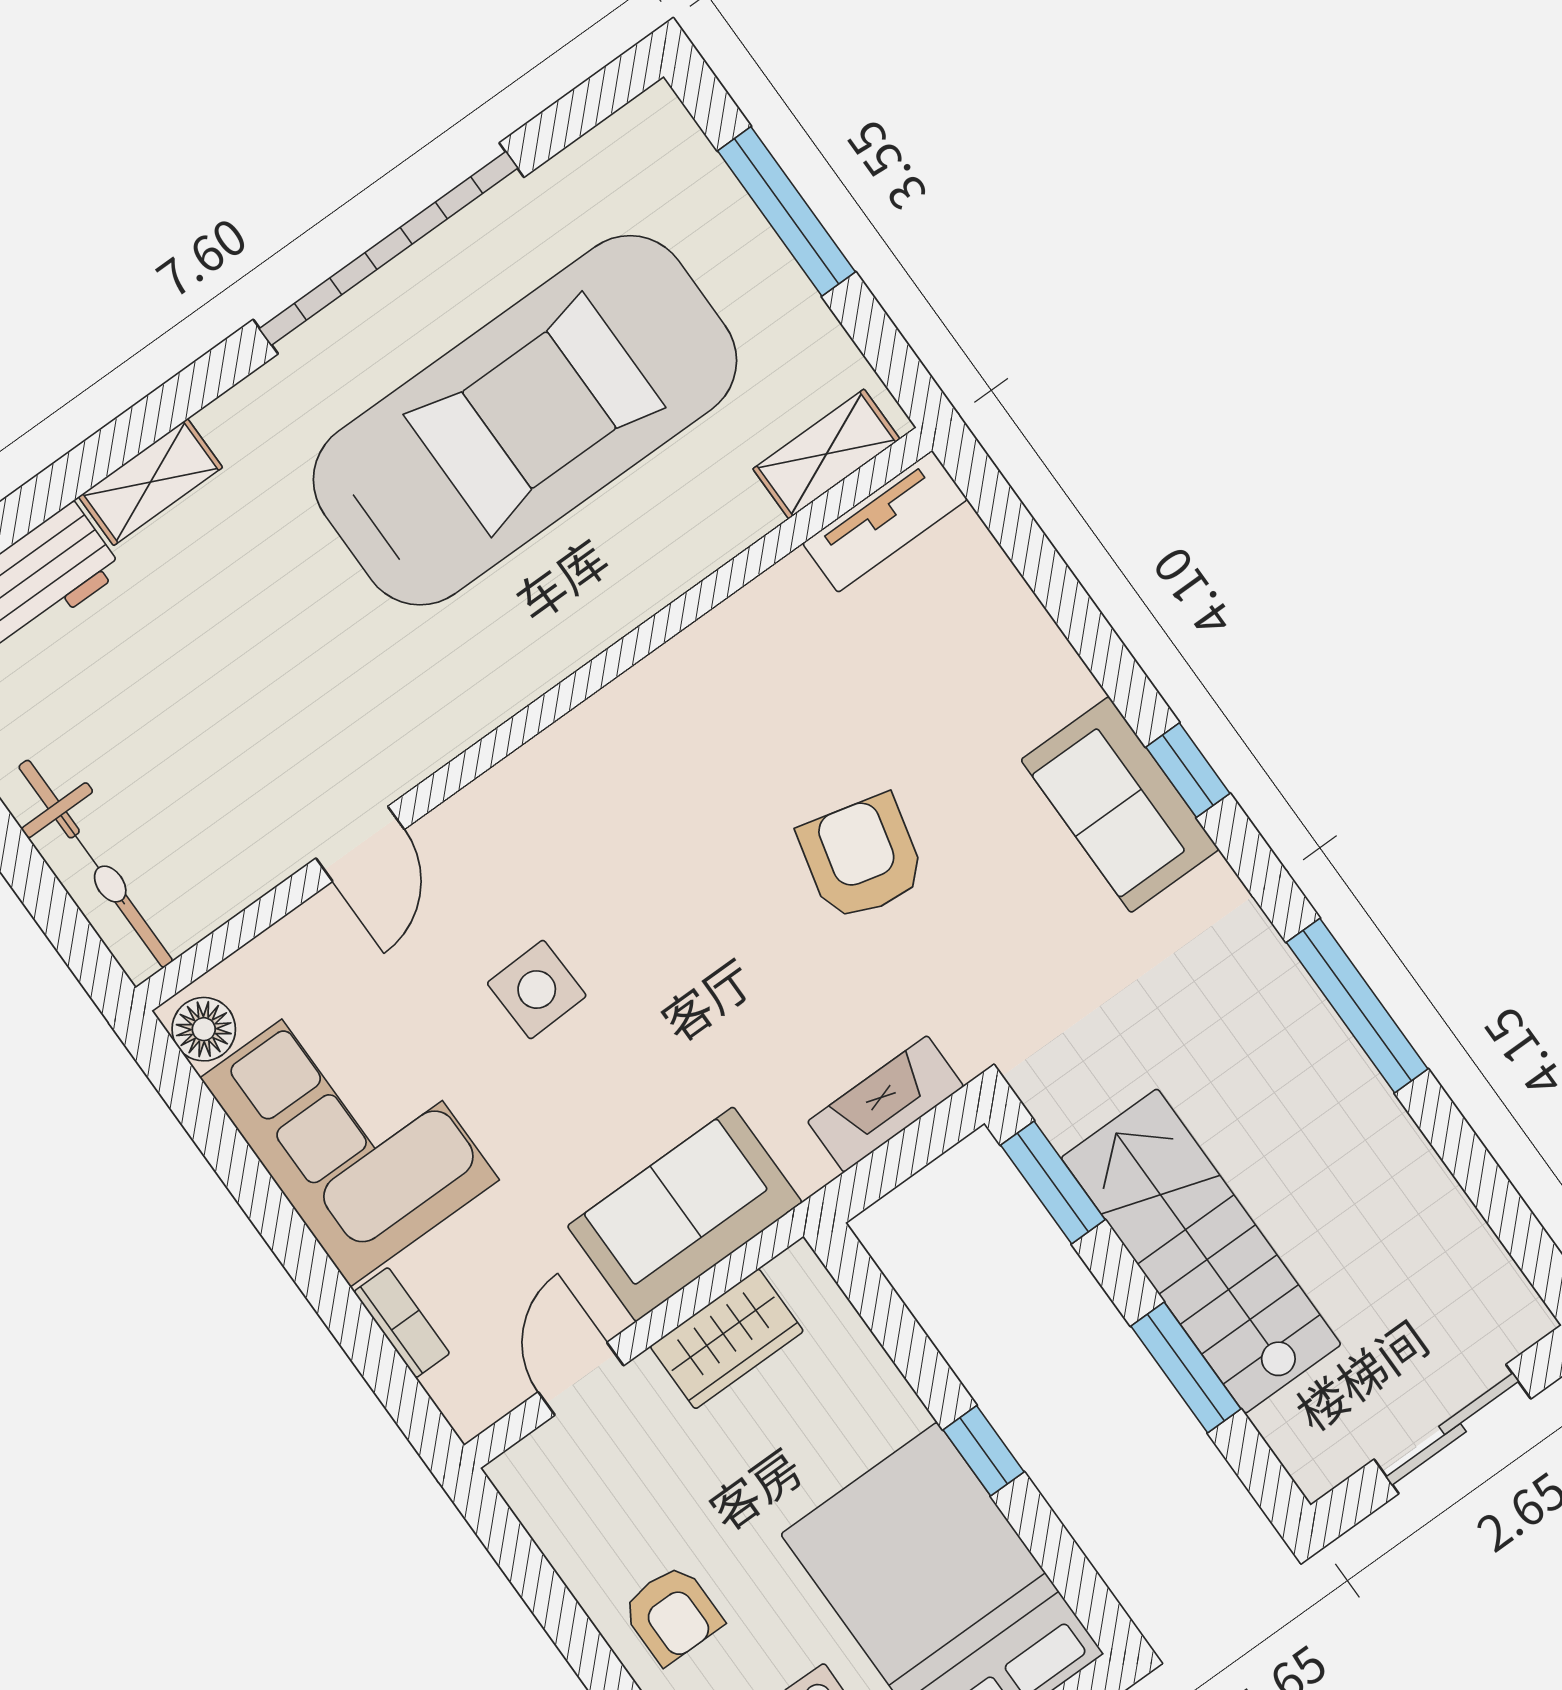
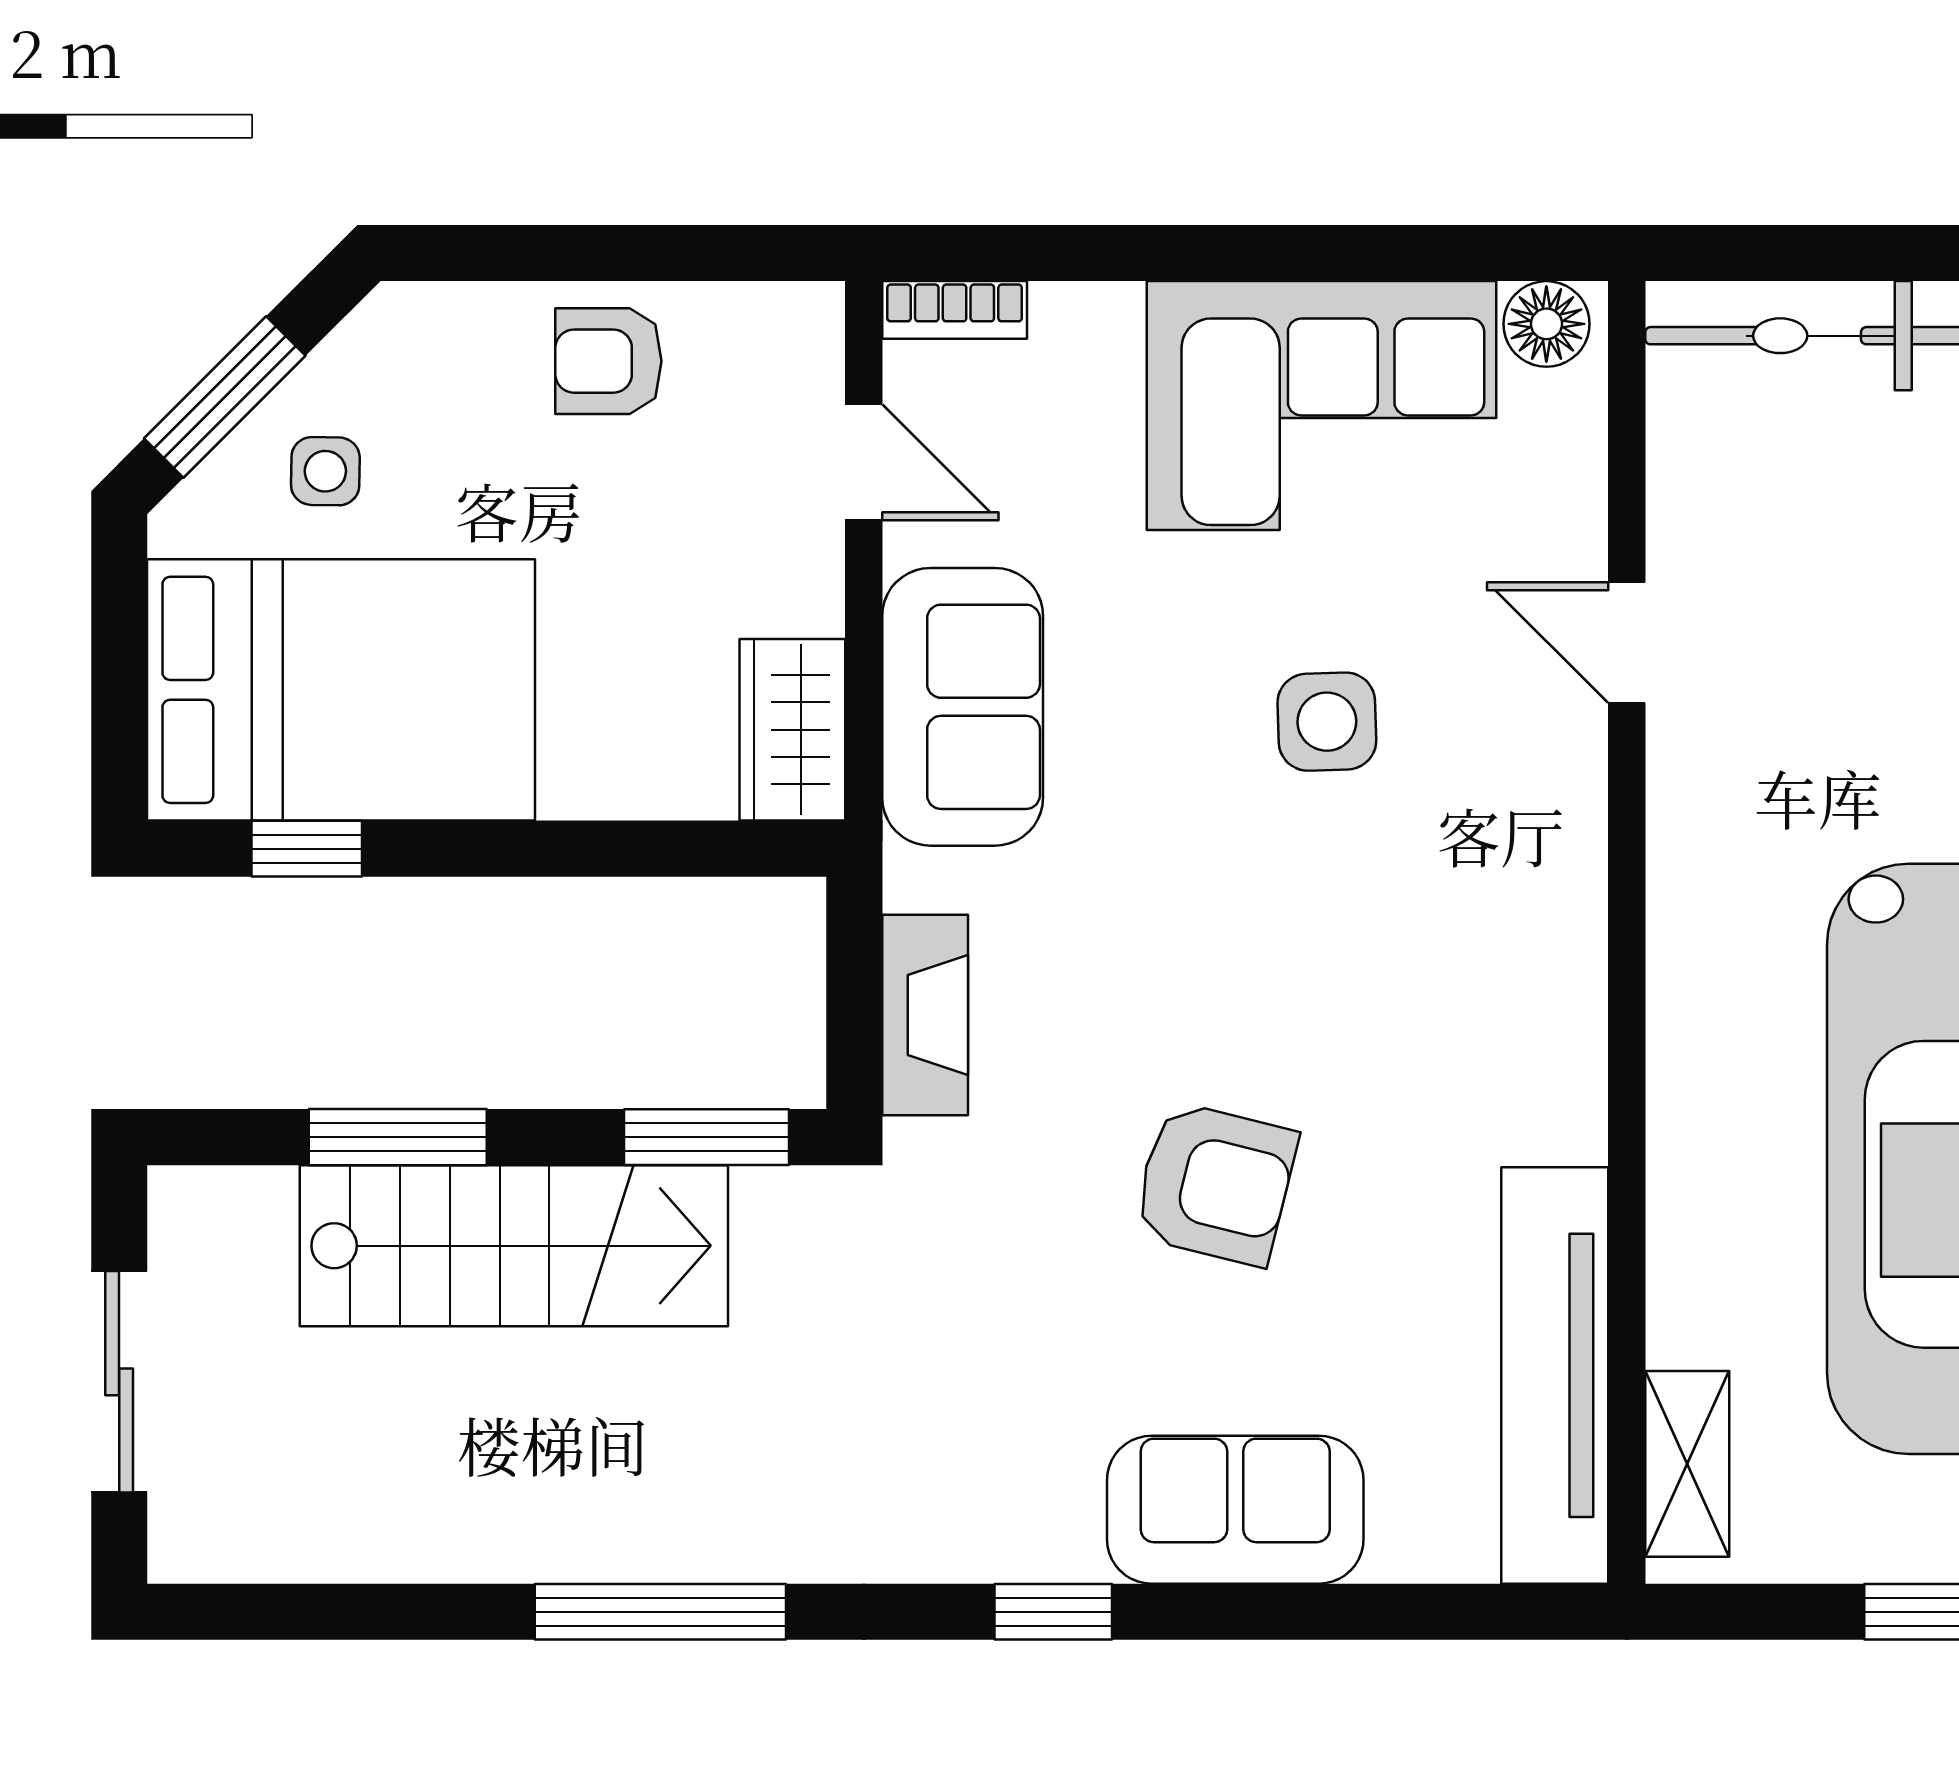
tv unit: (885, 521) -> (1555, 1375), width x1.92, depth x1.29
sofa: (1120, 805) -> (1235, 1510), moved
bookcase: (402, 1323) -> (955, 310), moved
wardrobe: (727, 1339) -> (792, 730), moved
window: (984, 1451) -> (307, 849), moved
armchair: (672, 1614) -> (608, 361), moved

